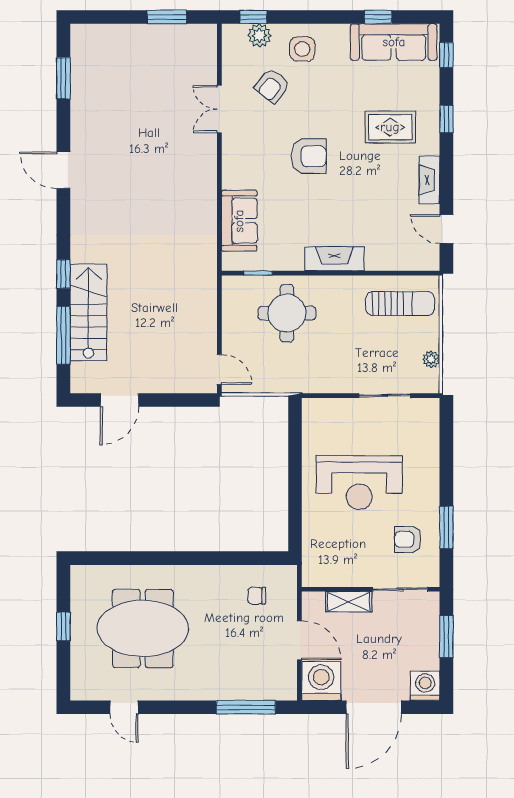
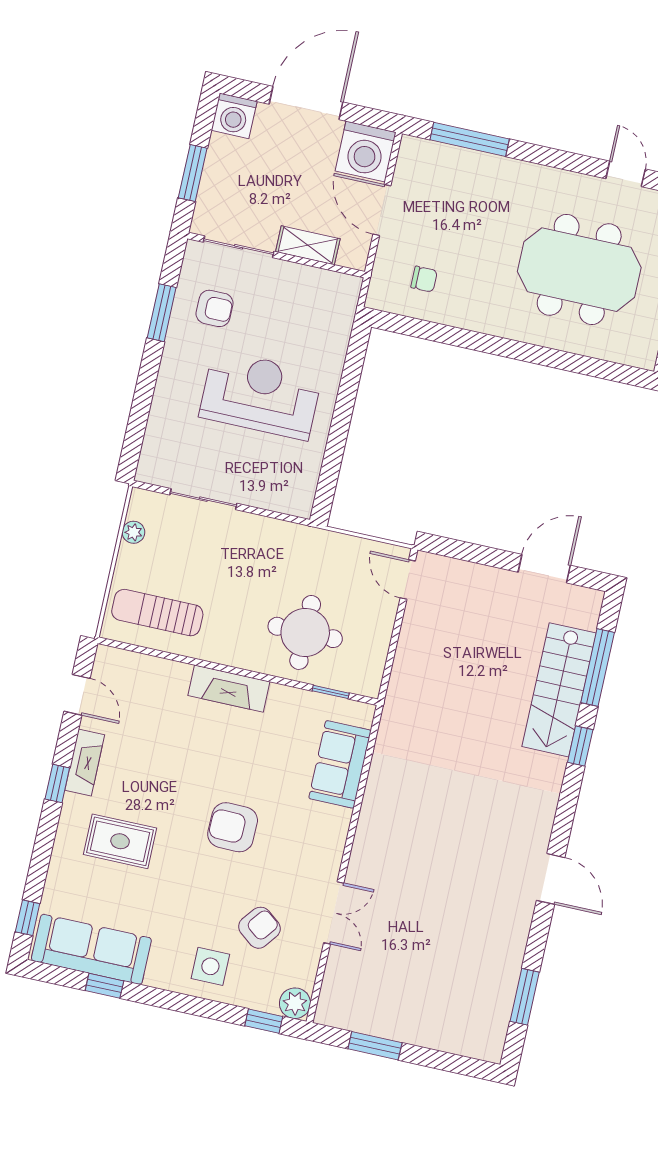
plant: (259, 35) -> (295, 1003), moved
window: (446, 119) -> (57, 784), moved

